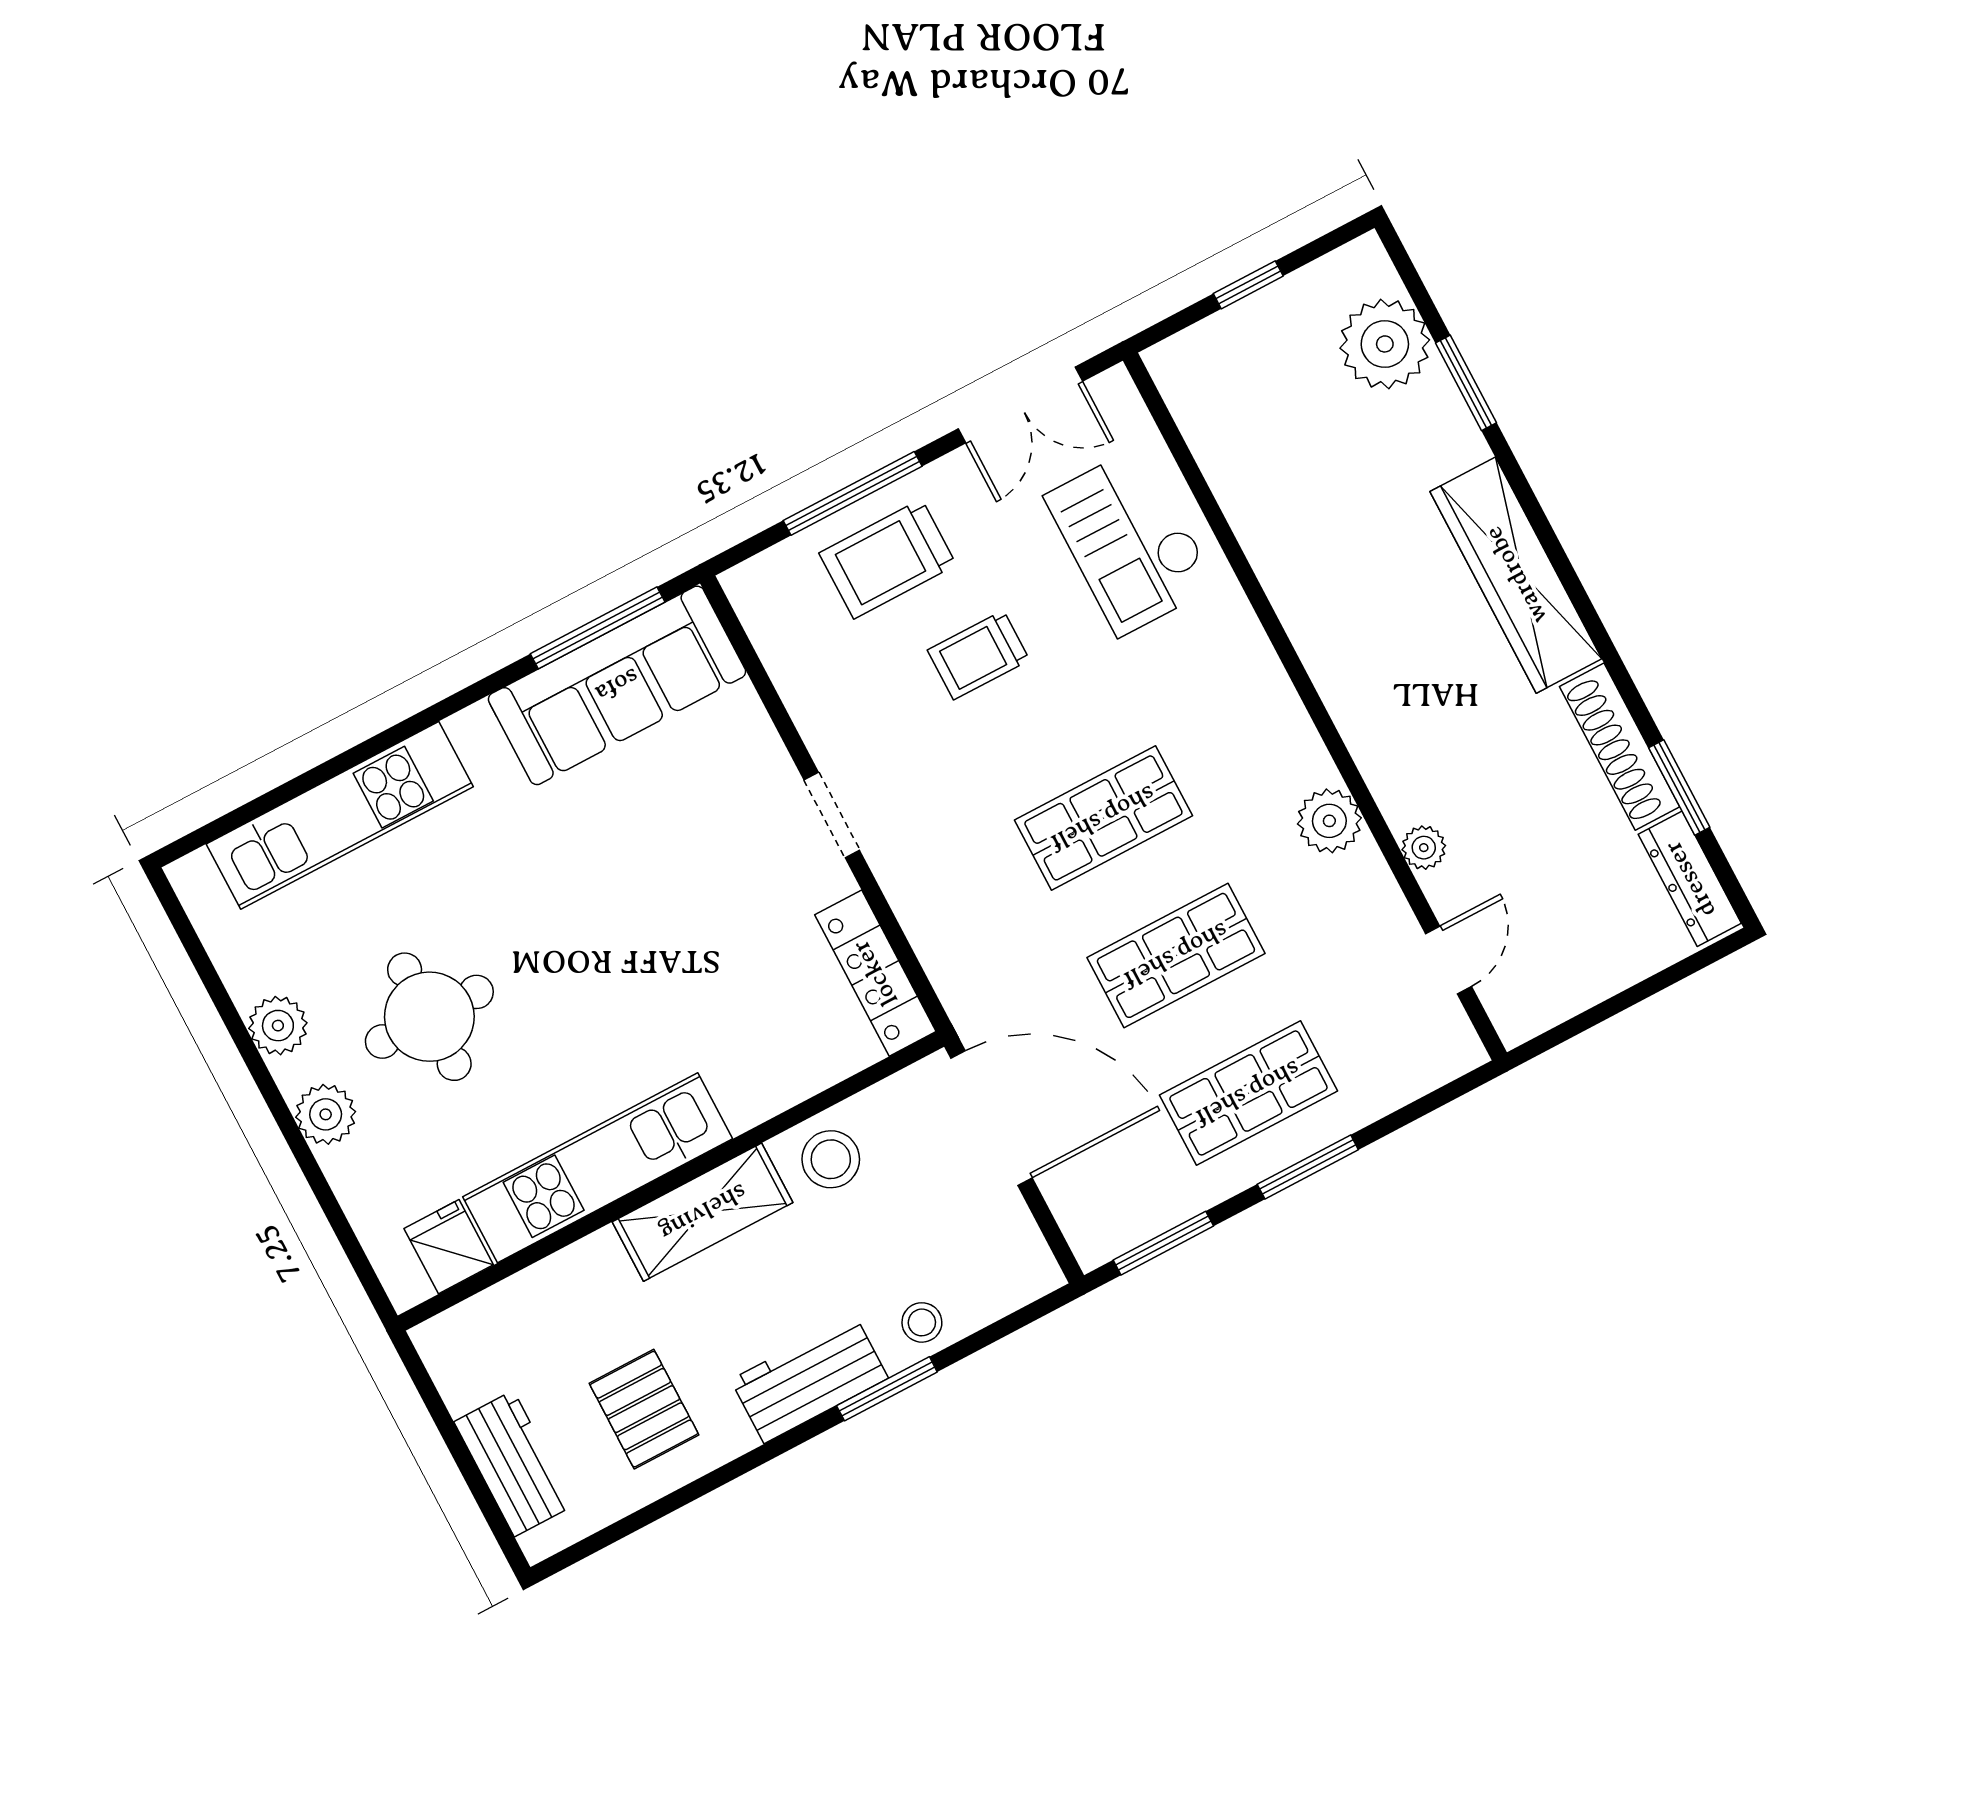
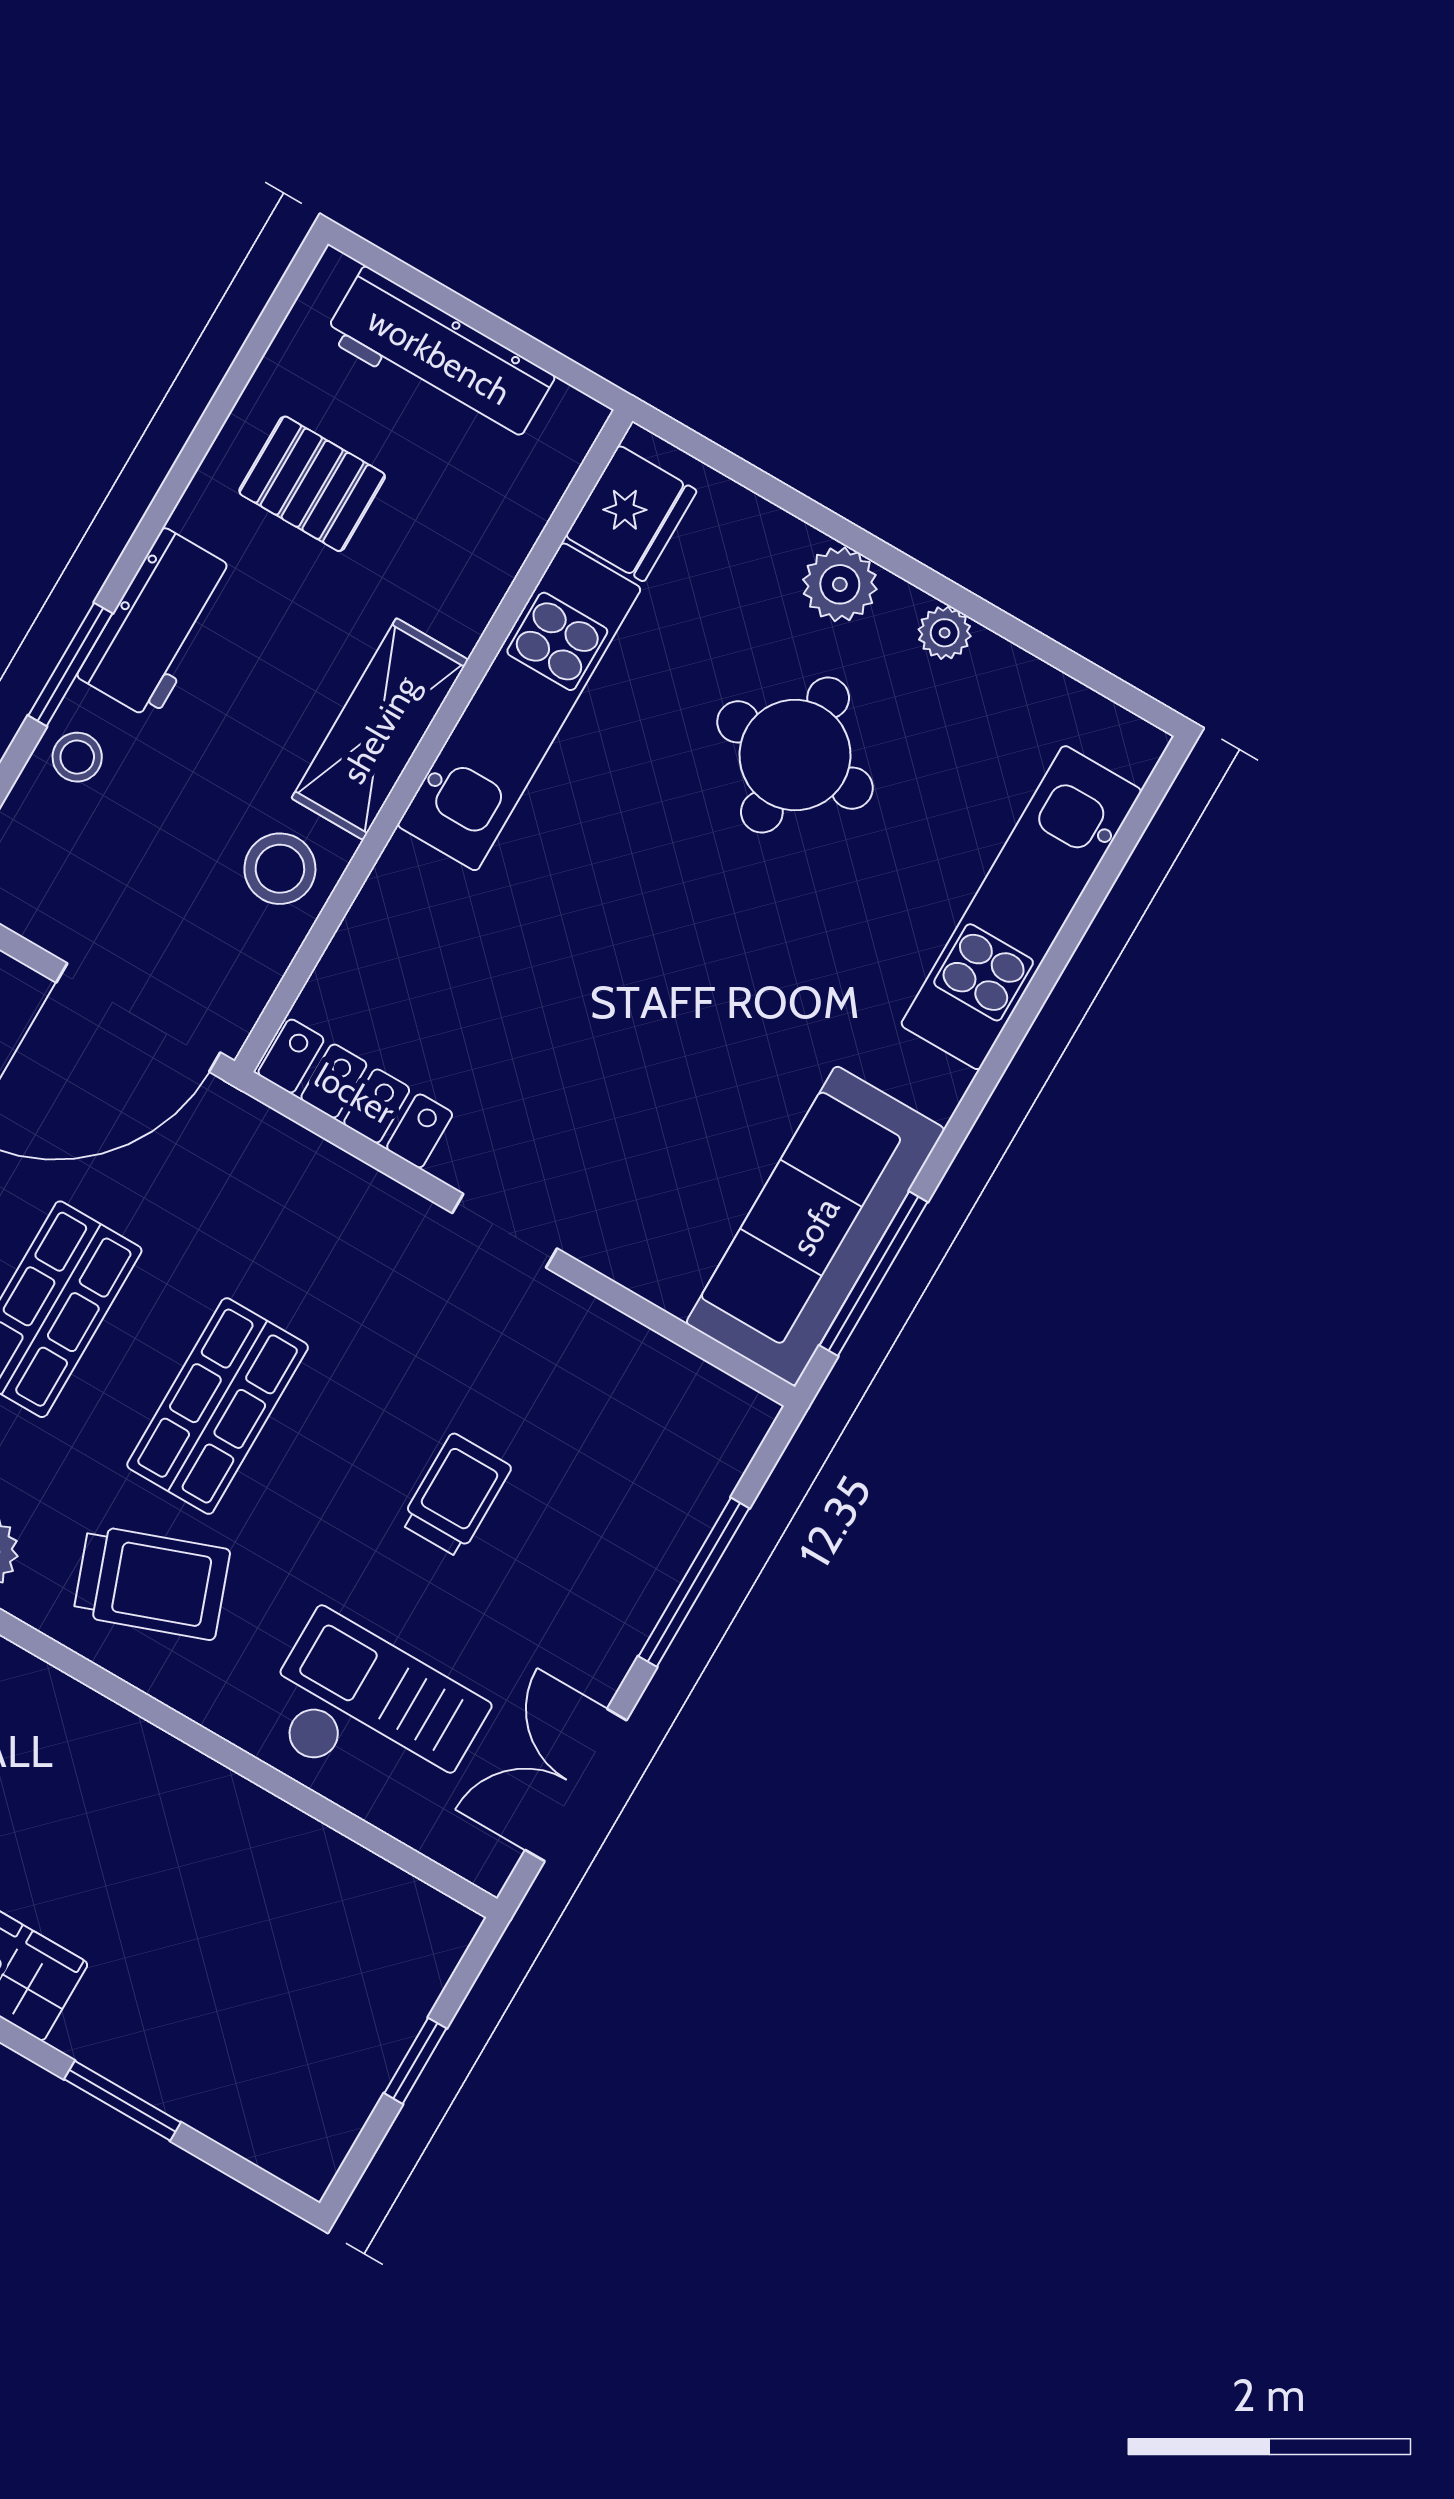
plant: (1385, 344) -> (233, 2088), removed
trolley: (888, 559) -> (152, 1582), moved, turned 70
plant: (278, 1026) -> (945, 633), width x0.73, depth x0.73
fridge: (449, 1247) -> (631, 513), width x1.38
workbench: (514, 1464) -> (439, 356), width x1.38

